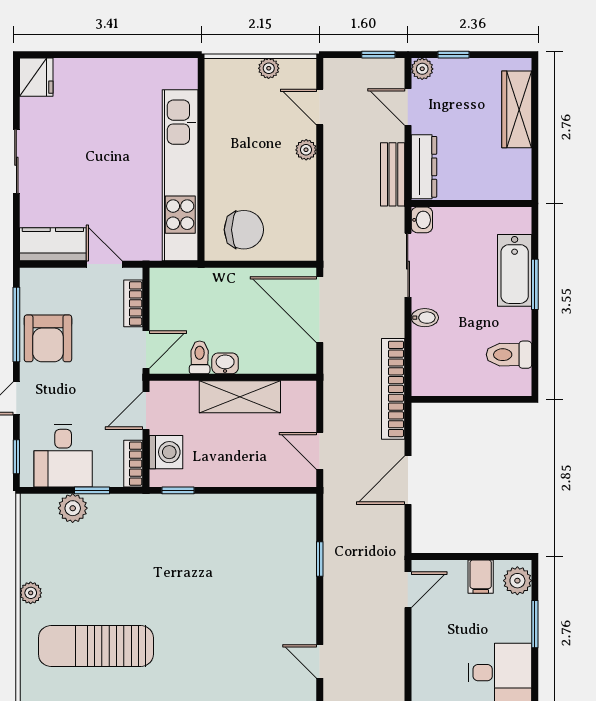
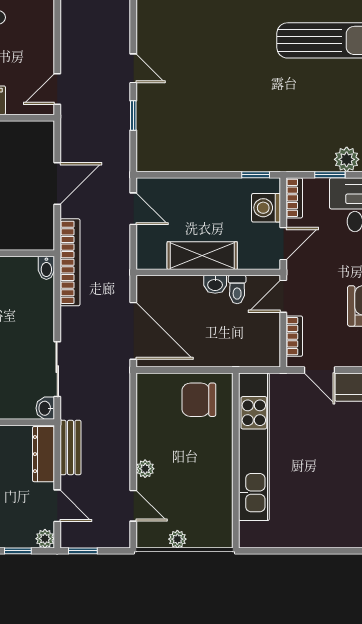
bidet: (425, 318) -> (46, 268), moved, turned -90
door: (320, 661) -> (133, 68), moved

